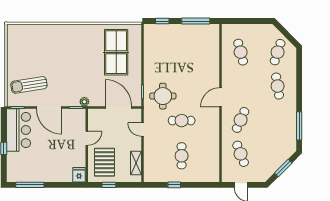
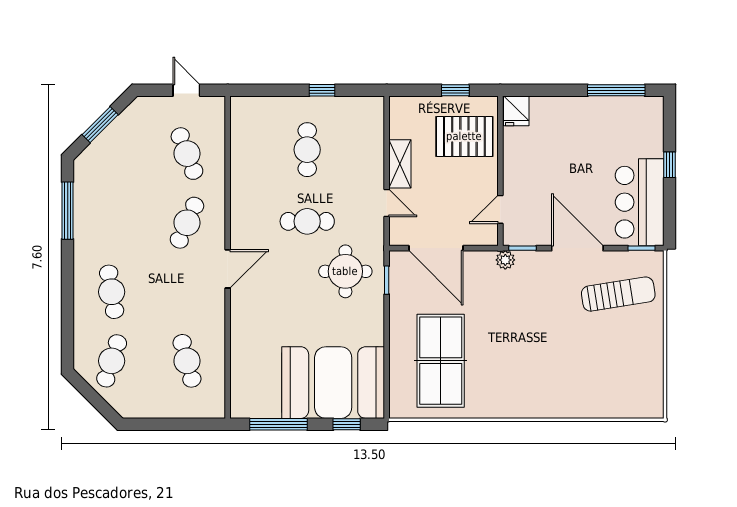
booth: (169, 41) -> (333, 383), added
door: (87, 138) -> (500, 209), moved
pallet: (104, 162) -> (464, 136), turned 90
shelving: (136, 163) -> (400, 164), moved

